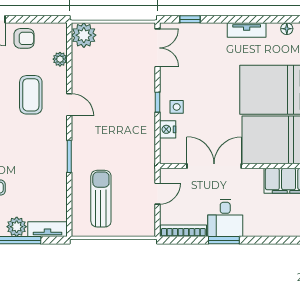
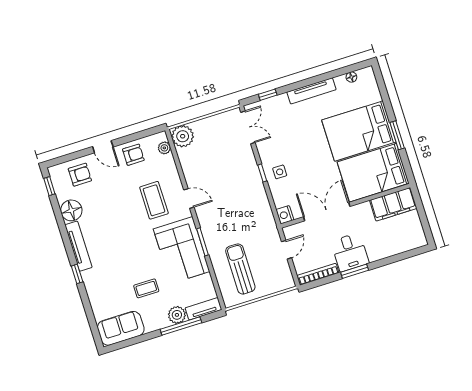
tv unit: (247, 30) -> (311, 91), width x1.41
plant: (60, 59) -> (164, 148), moved
nightstand: (168, 129) -> (285, 215), moved
corner sofa: (44, 158) -> (182, 250), added

